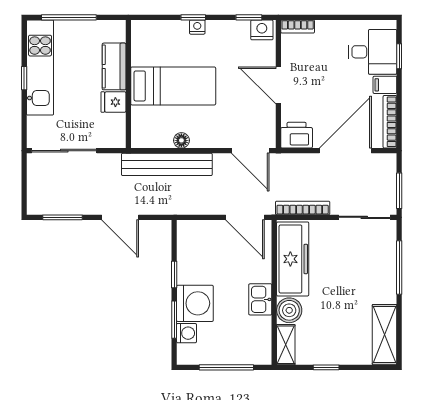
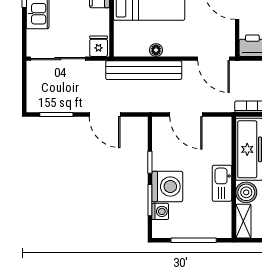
fridge: (113, 102) -> (99, 46), moved, turned 90
door: (245, 217) -> (186, 115), moved
kitchen sink: (260, 299) -> (222, 183), width x1.38

